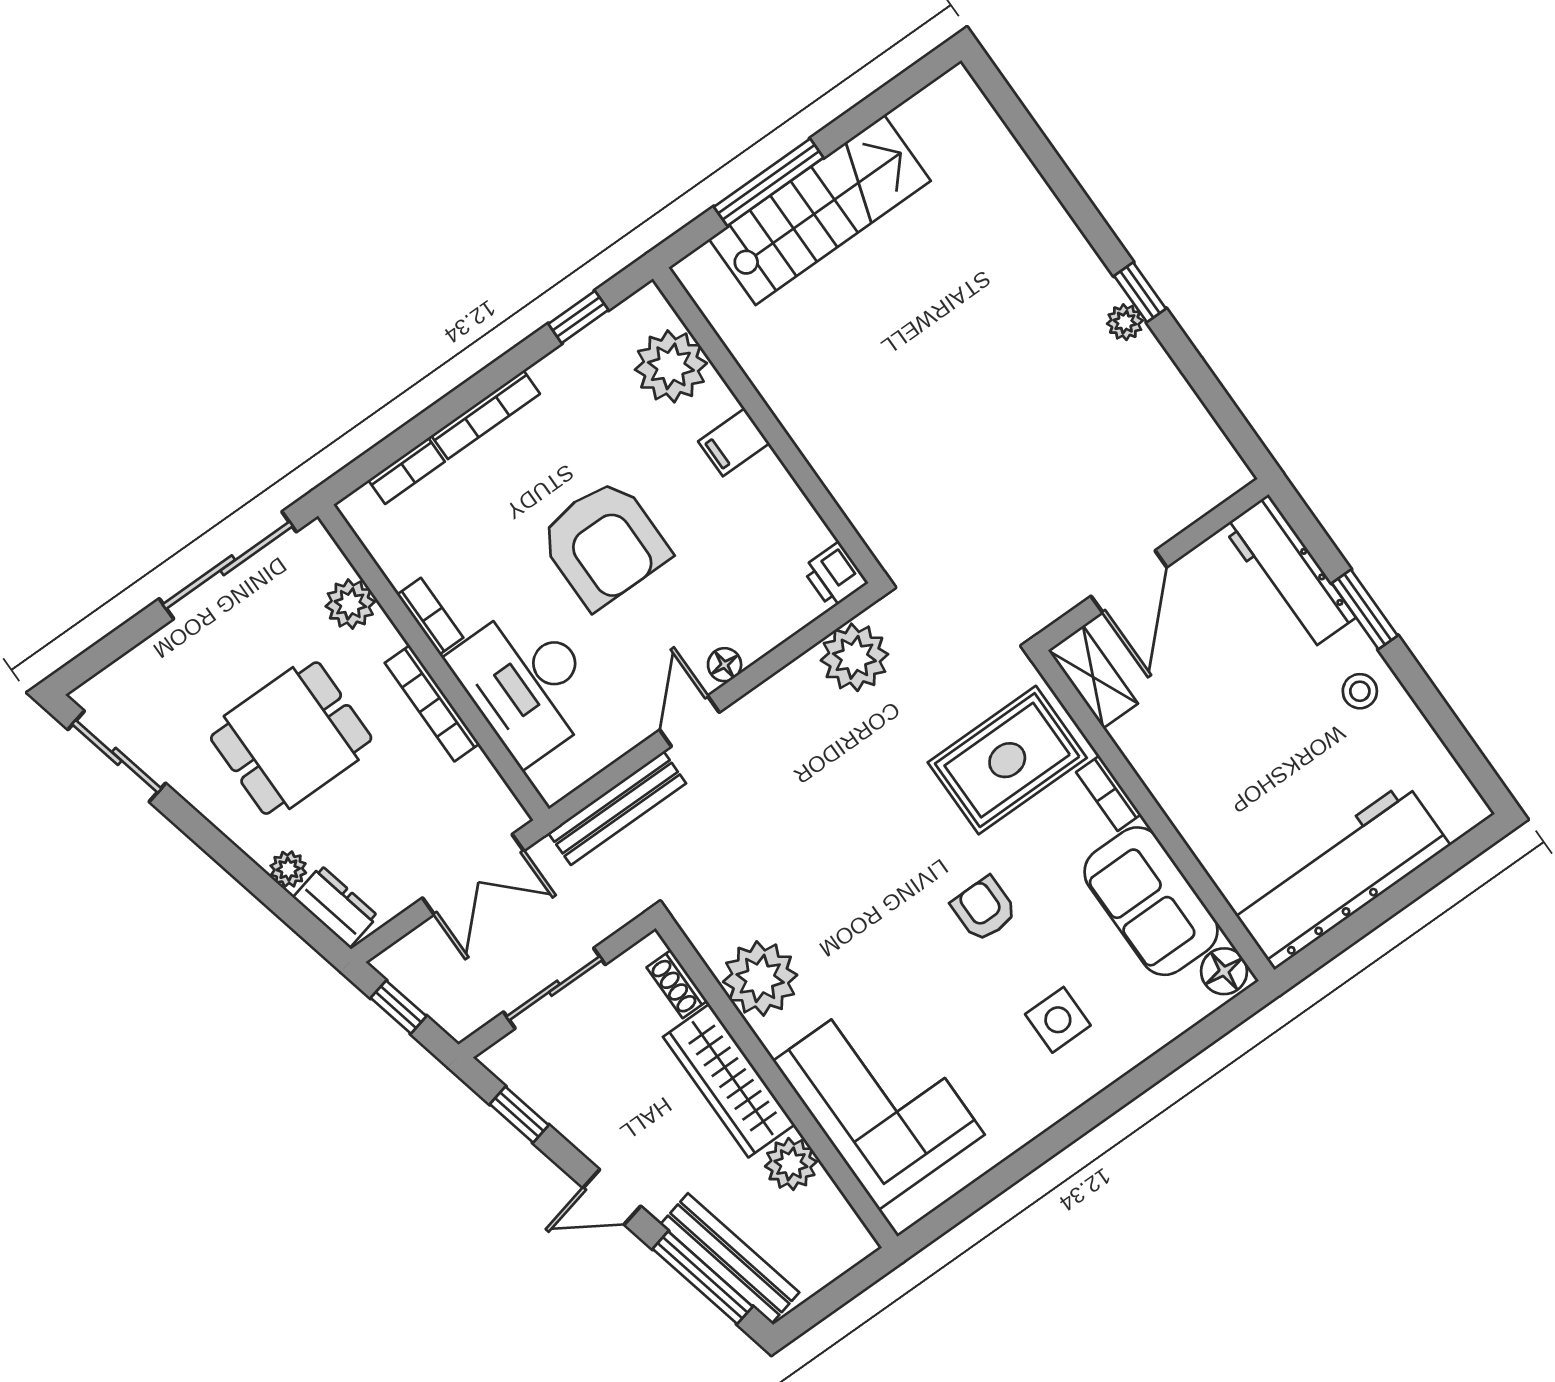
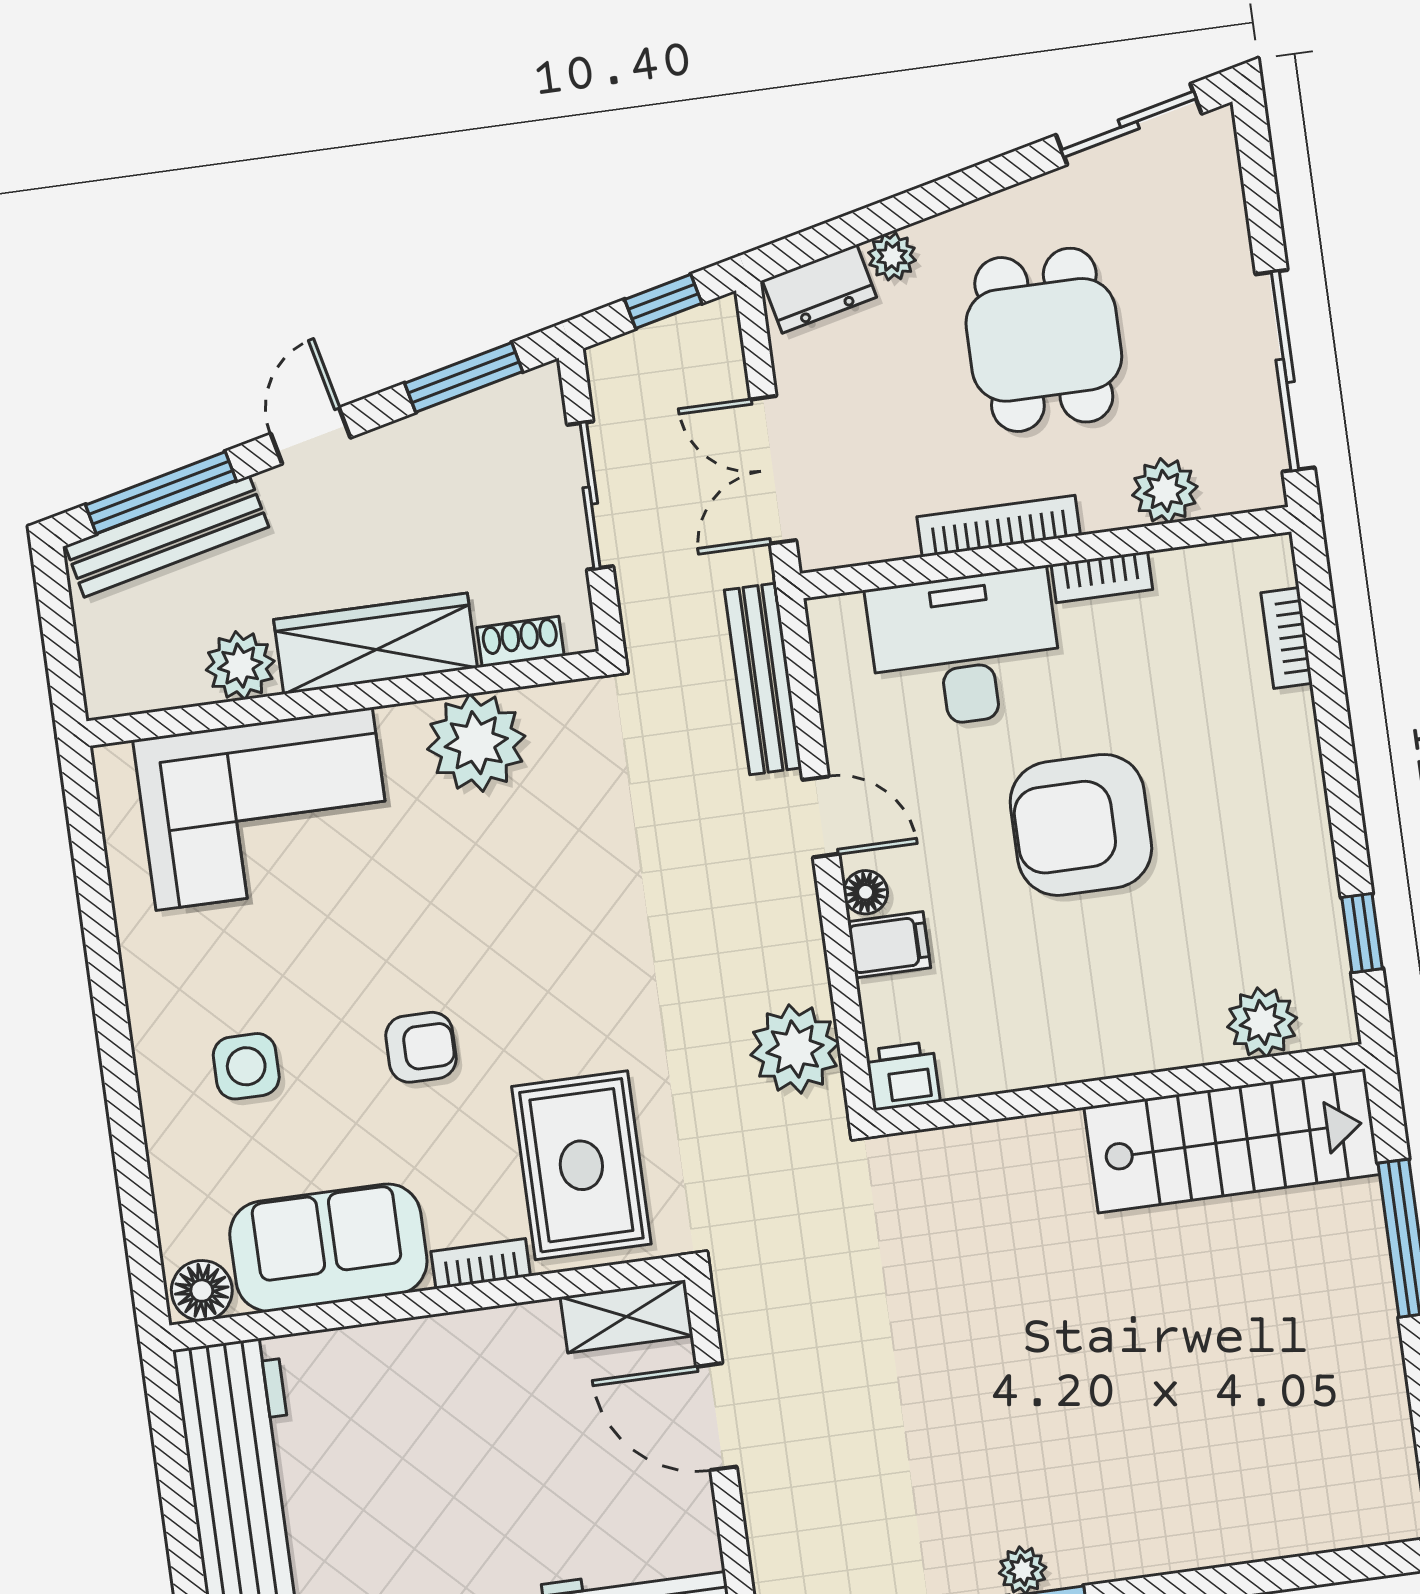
stairs: (820, 210) -> (1232, 1141), moved, turned -90
plant: (671, 366) -> (1262, 1022), width x0.73, depth x0.73
bookcase: (486, 415) -> (1304, 765), removed
filing cabinet: (734, 442) -> (889, 945), moved, turned 90
window: (519, 1115) -> (464, 377), width x1.50

